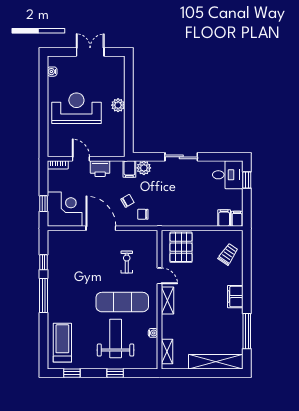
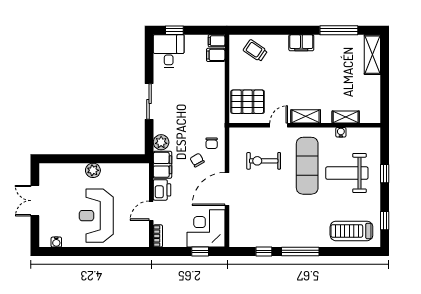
filing cabinet: (129, 169) -> (162, 165), width x2.00
exercise bike: (127, 262) -> (264, 161), width x1.38, depth x1.39
shelving: (167, 351) -> (346, 117), moved
shelving: (216, 362) -> (372, 55), width x0.68

